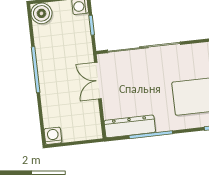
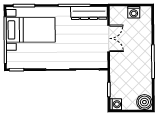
double door: (98, 81) -> (109, 38), moved
washing machine: (53, 136) -> (134, 12), moved

